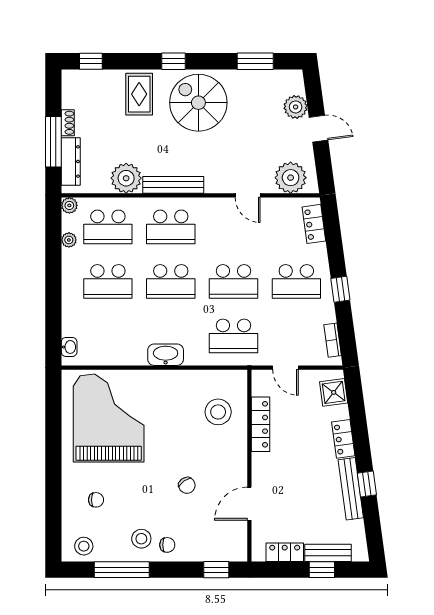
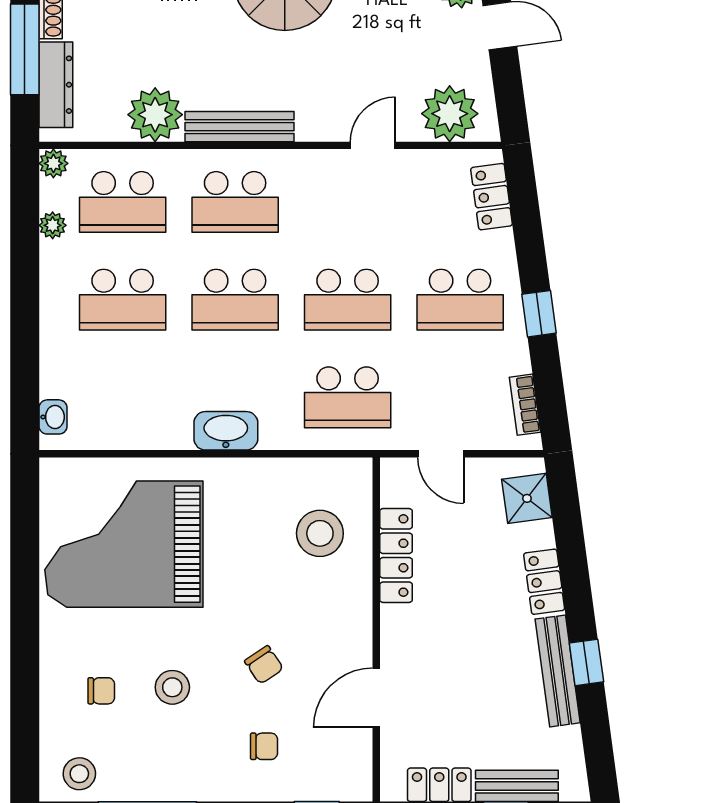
door: (248, 195) -> (373, 145), swing flipped
grand piano: (109, 418) -> (124, 544), turned -90
stool: (141, 539) -> (172, 687), moved
chair: (167, 545) -> (264, 746), moved

